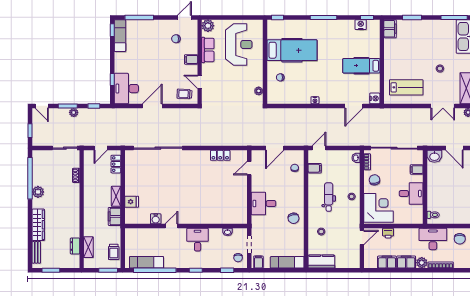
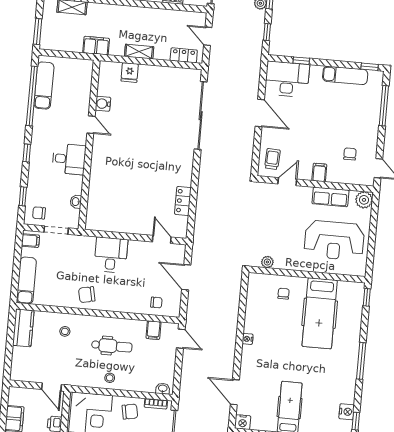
exam couch: (120, 36) -> (345, 75), moved
filing cabinet: (115, 216) -> (96, 46), moved
trolley: (114, 252) -> (62, 41), removed

